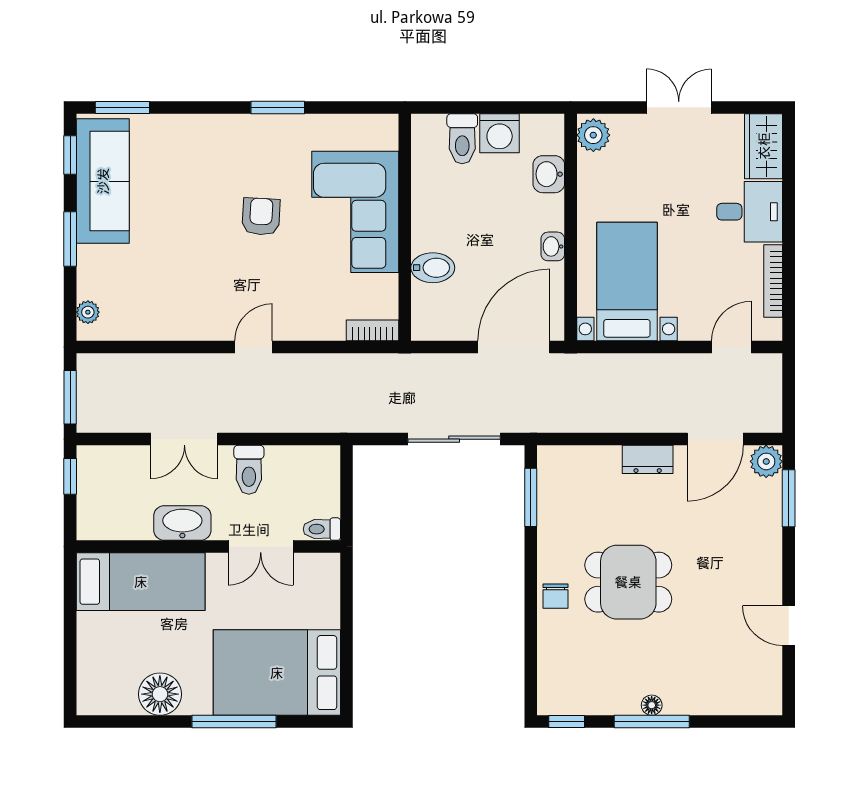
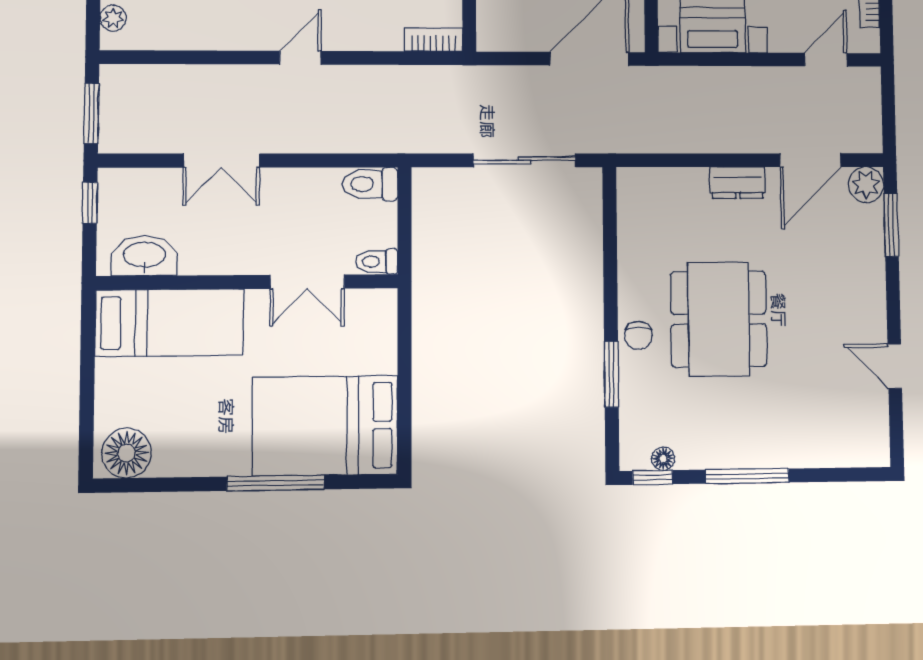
toilet: (249, 470) -> (370, 184), moved, turned 90
window: (531, 497) -> (611, 374), moved
washbasin: (182, 523) -> (144, 256), moved
dining table: (628, 582) -> (719, 319), width x1.37
floor lamp: (160, 694) -> (127, 453), moved
floor lamp: (652, 705) -> (663, 459), moved

